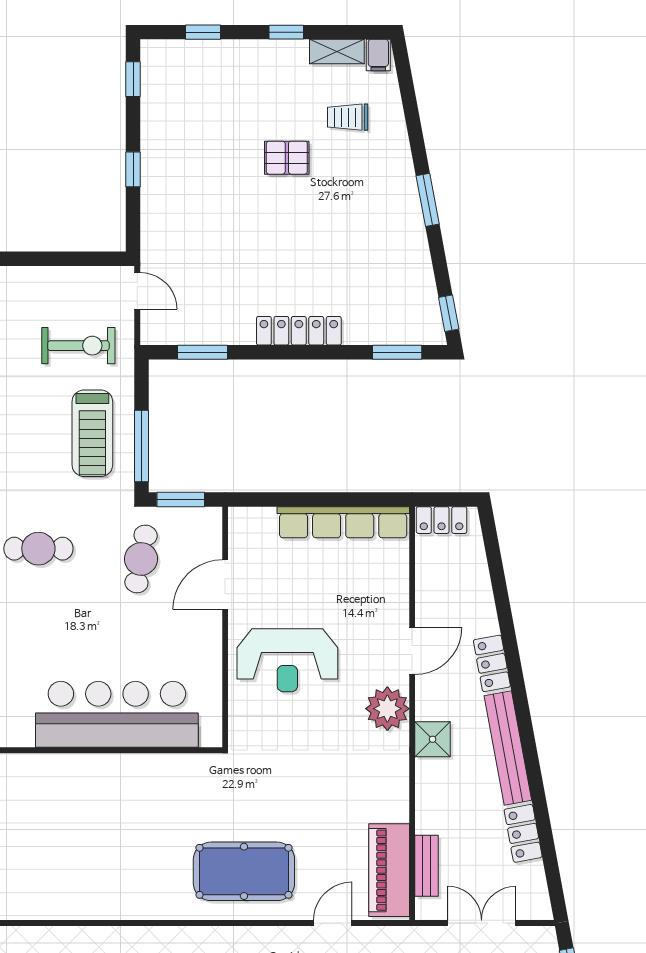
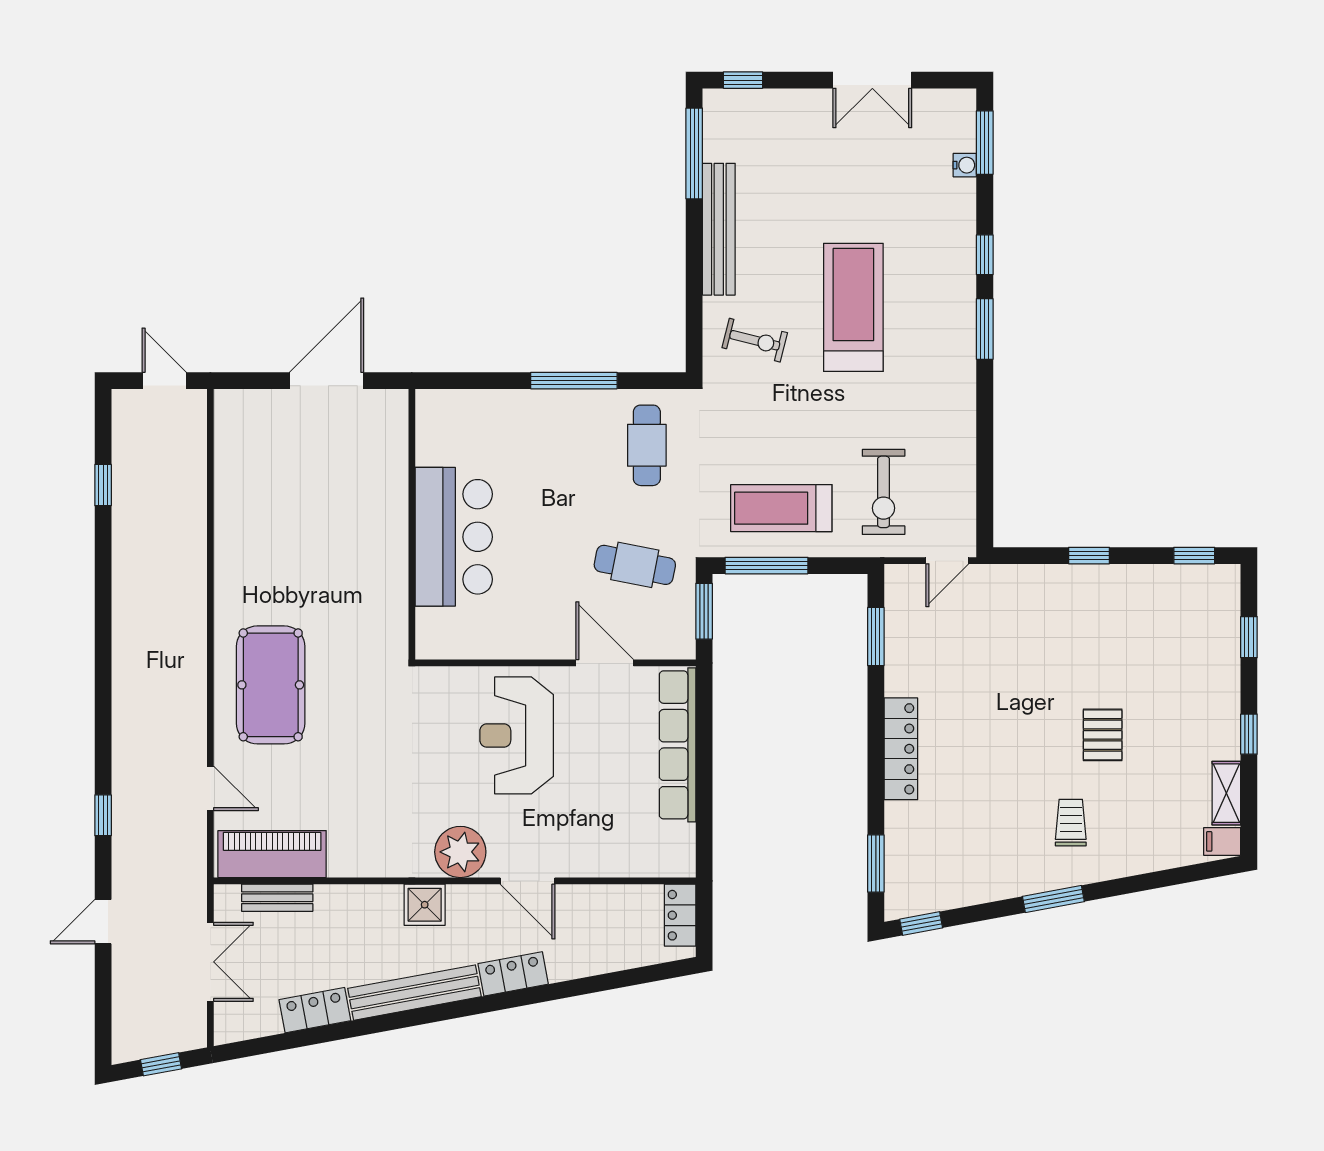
trolley: (348, 117) -> (1071, 823), moved
row of seats: (343, 522) -> (678, 745), moved
bar counter: (117, 714) -> (454, 537), width x0.73

